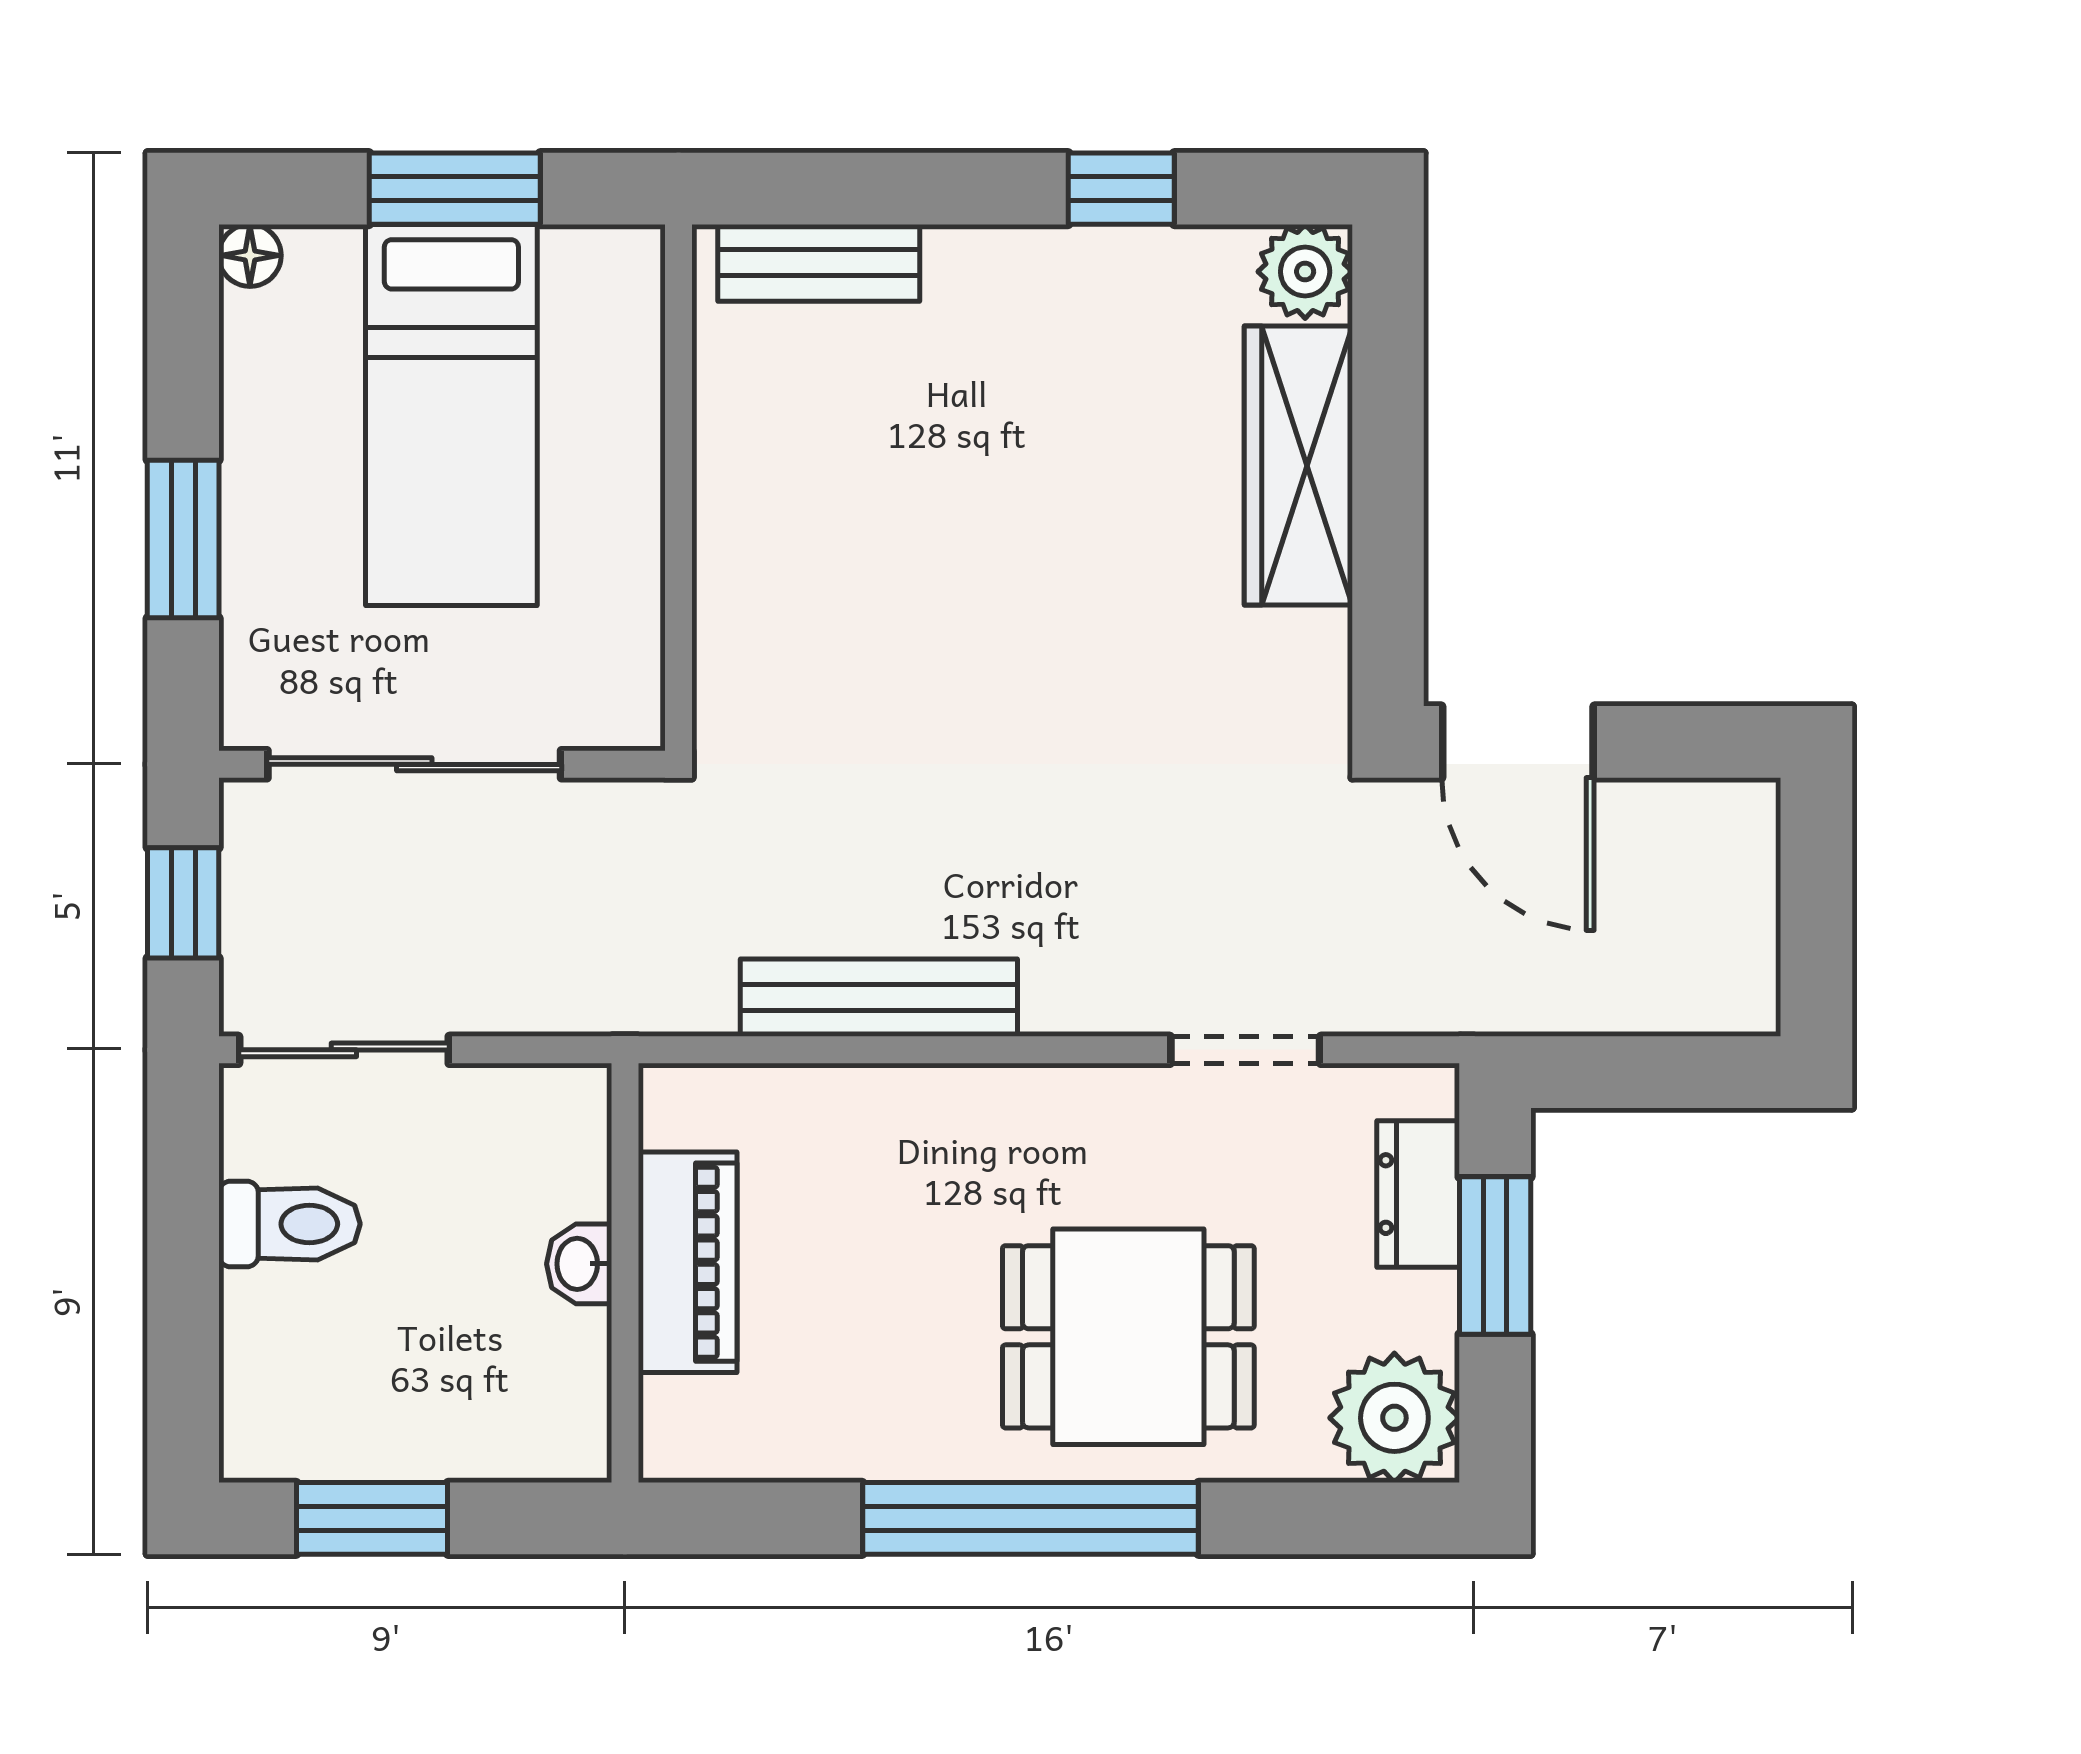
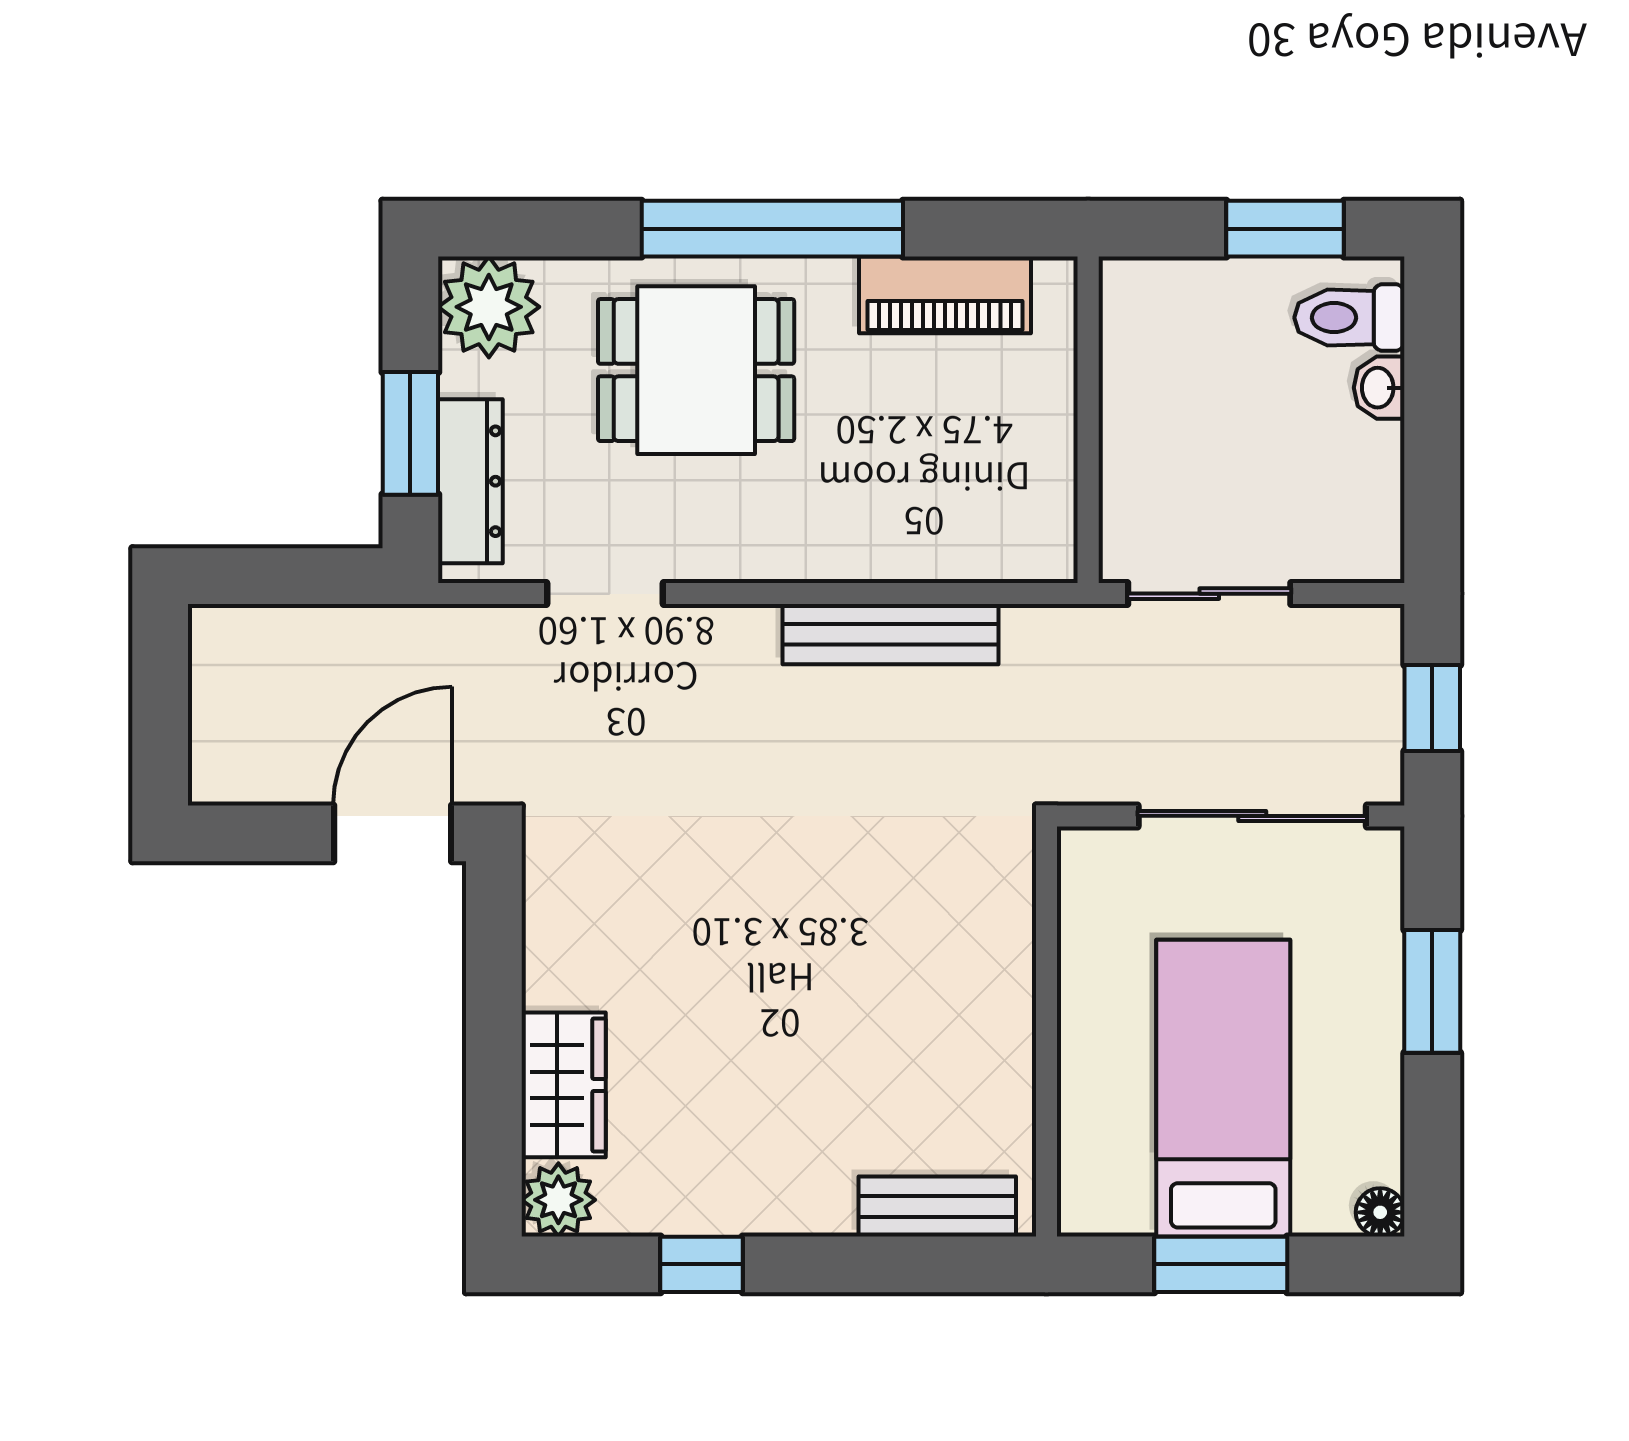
wardrobe: (1298, 465) -> (564, 1085), width x0.67
door: (1518, 742) -> (393, 833), hinge flipped
sliding door: (344, 1050) -> (1209, 594), moved
dresser: (1418, 1194) -> (470, 481), width x1.44
toilet: (289, 1224) -> (1349, 318), moved
piano: (688, 1262) -> (945, 295), moved, turned -90
washbasin: (579, 1264) -> (1379, 388), moved, turned 180

